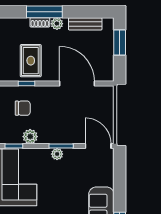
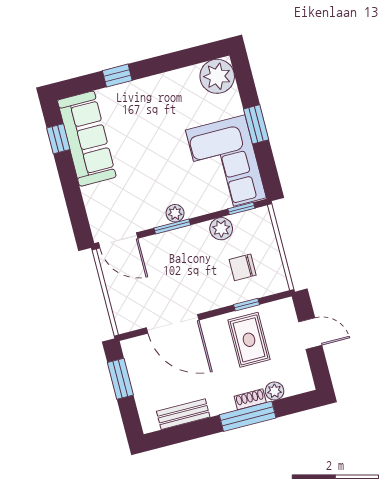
plant: (57, 24) -> (275, 391), moved
window: (120, 42) -> (120, 379), moved

